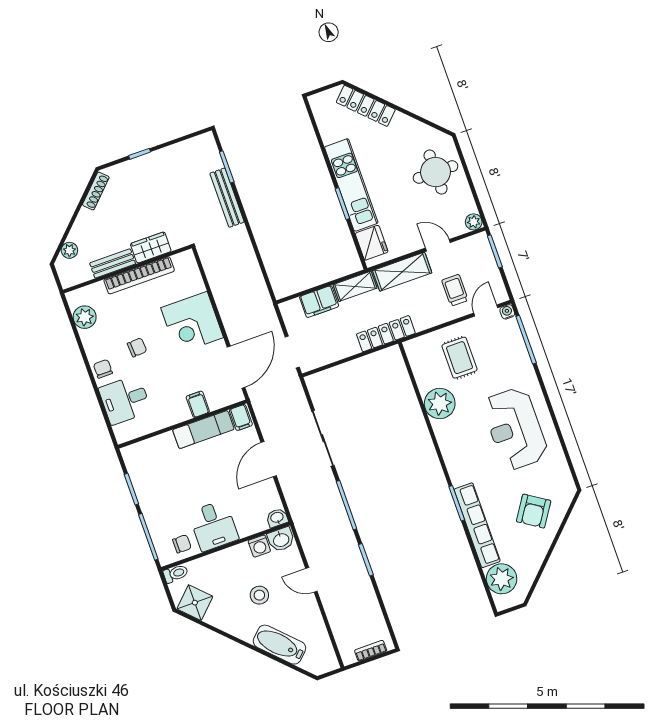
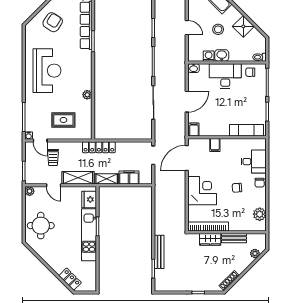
locker: (366, 106) -> (70, 279), width x0.66
bookcase: (139, 275) -> (208, 226), moved
door: (486, 310) -> (40, 141), hinge flipped
rug: (459, 358) -> (63, 120), turned 90
plant: (440, 403) -> (87, 95), width x0.53, depth x0.53
exam couch: (203, 430) -> (247, 130), moved
desk: (214, 526) -> (225, 76), width x1.37
washbasin: (281, 540) -> (222, 55), moved
shower: (195, 603) -> (243, 26), moved

